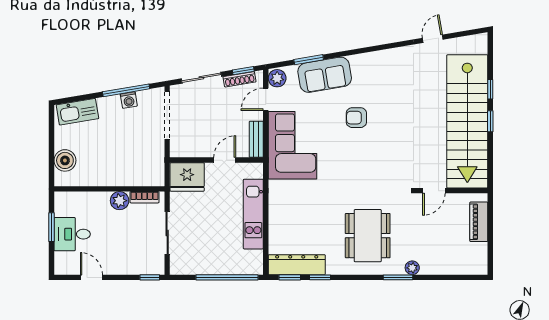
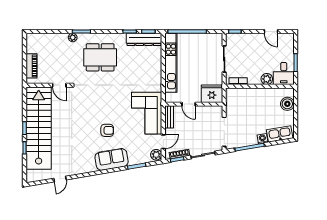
sofa: (325, 75) -> (112, 159), moved
washing machine: (129, 100) -> (263, 139), moved
door: (225, 160) -> (189, 104), hinge flipped
door: (434, 191) -> (59, 85), swing flipped
plant: (120, 201) -> (267, 79), moved
kitchen unit: (253, 214) -> (171, 63), width x1.36
desk: (72, 234) -> (284, 73), moved, turned 90
dining table: (368, 236) -> (100, 57), turned 90

